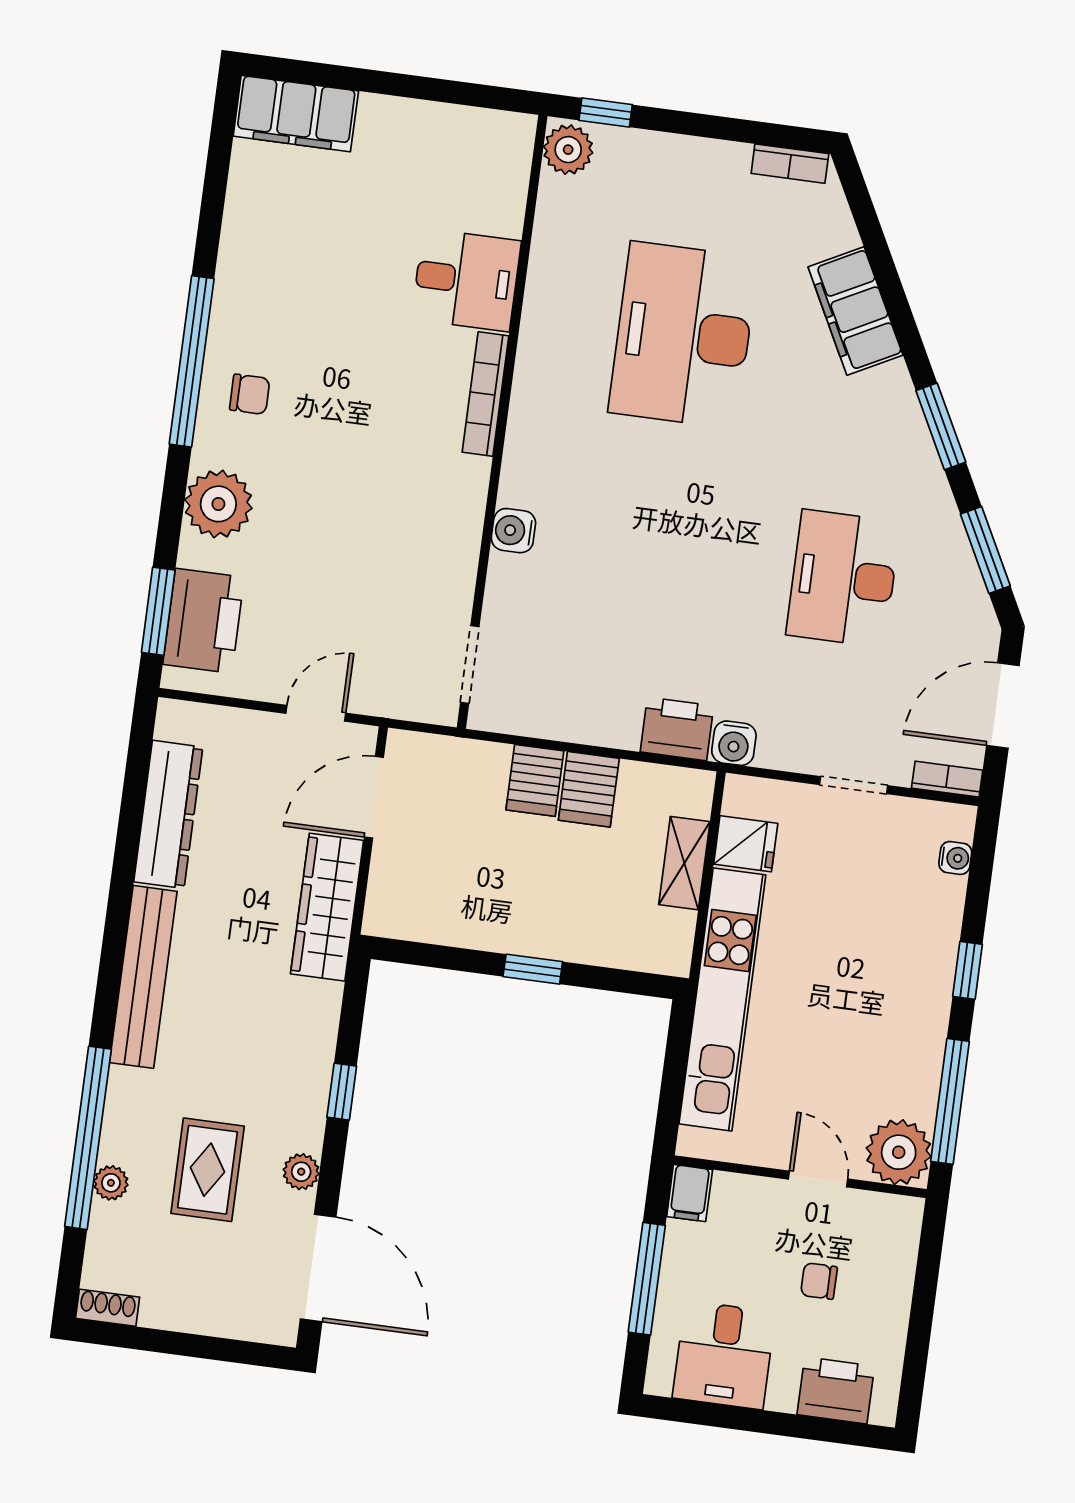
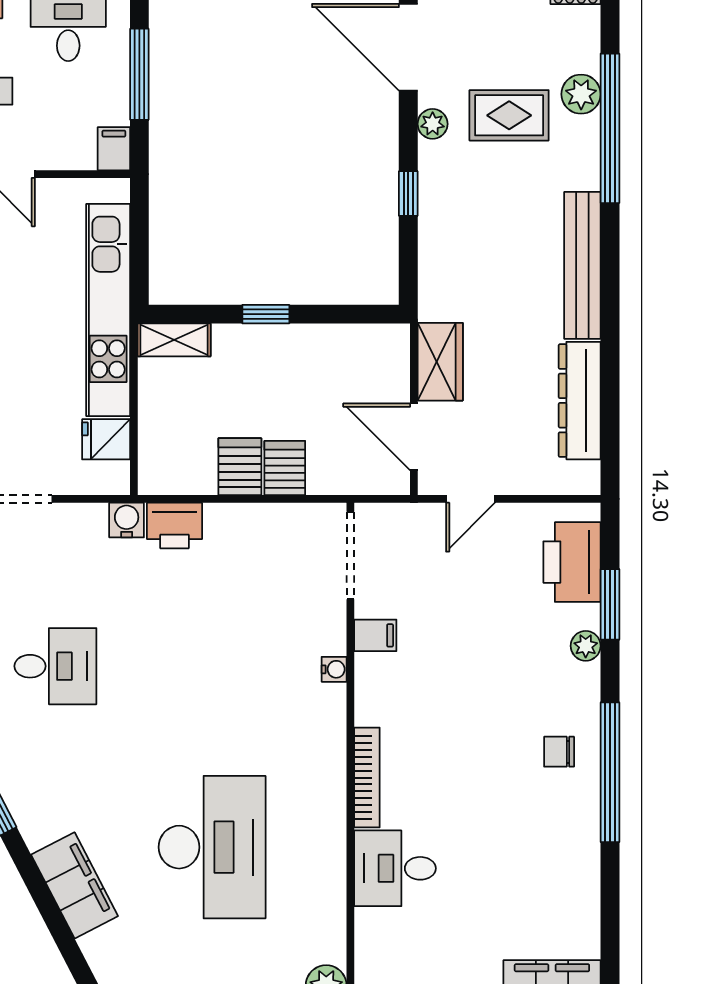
plant: (218, 504) -> (586, 646), width x0.53, depth x0.53
water cooler: (513, 531) -> (334, 669), width x0.72, depth x0.72
filing cabinet: (453, 564) -> (375, 635), added
desk: (843, 578) -> (55, 666), width x0.73
window: (158, 611) -> (610, 604), moved
doorway: (470, 665) -> (350, 555), width x1.38
door: (374, 797) -> (414, 437), swing flipped
shelving: (684, 863) -> (174, 340), moved, turned 90
wardrobe: (327, 907) -> (440, 362), width x0.67
rug: (208, 1170) -> (509, 115), turned 90
plant: (111, 1183) -> (581, 94), width x1.38, depth x1.38

